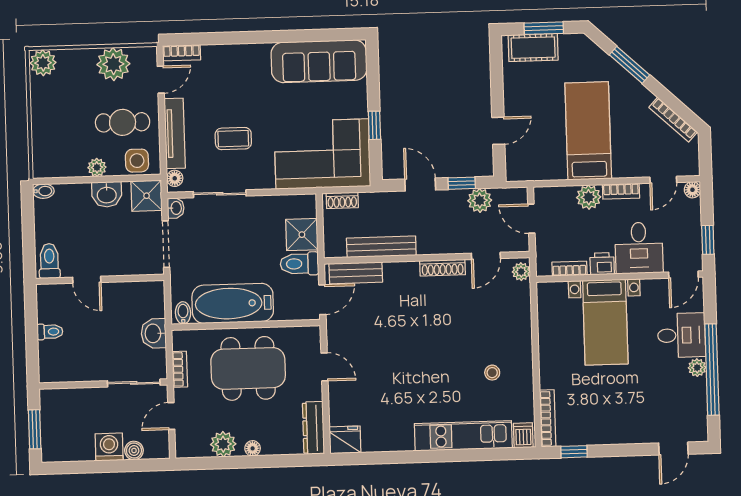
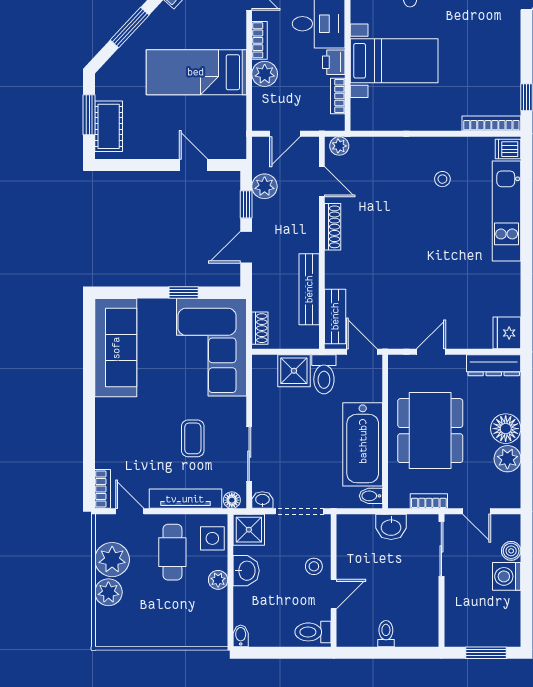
plant: (43, 63) -> (108, 592), moved
stool: (113, 260) -> (314, 566), added
floor lamp: (253, 448) -> (506, 429), width x1.89, depth x1.89

